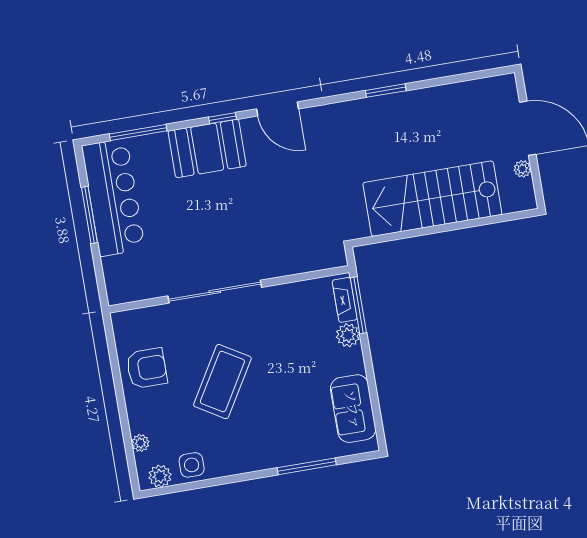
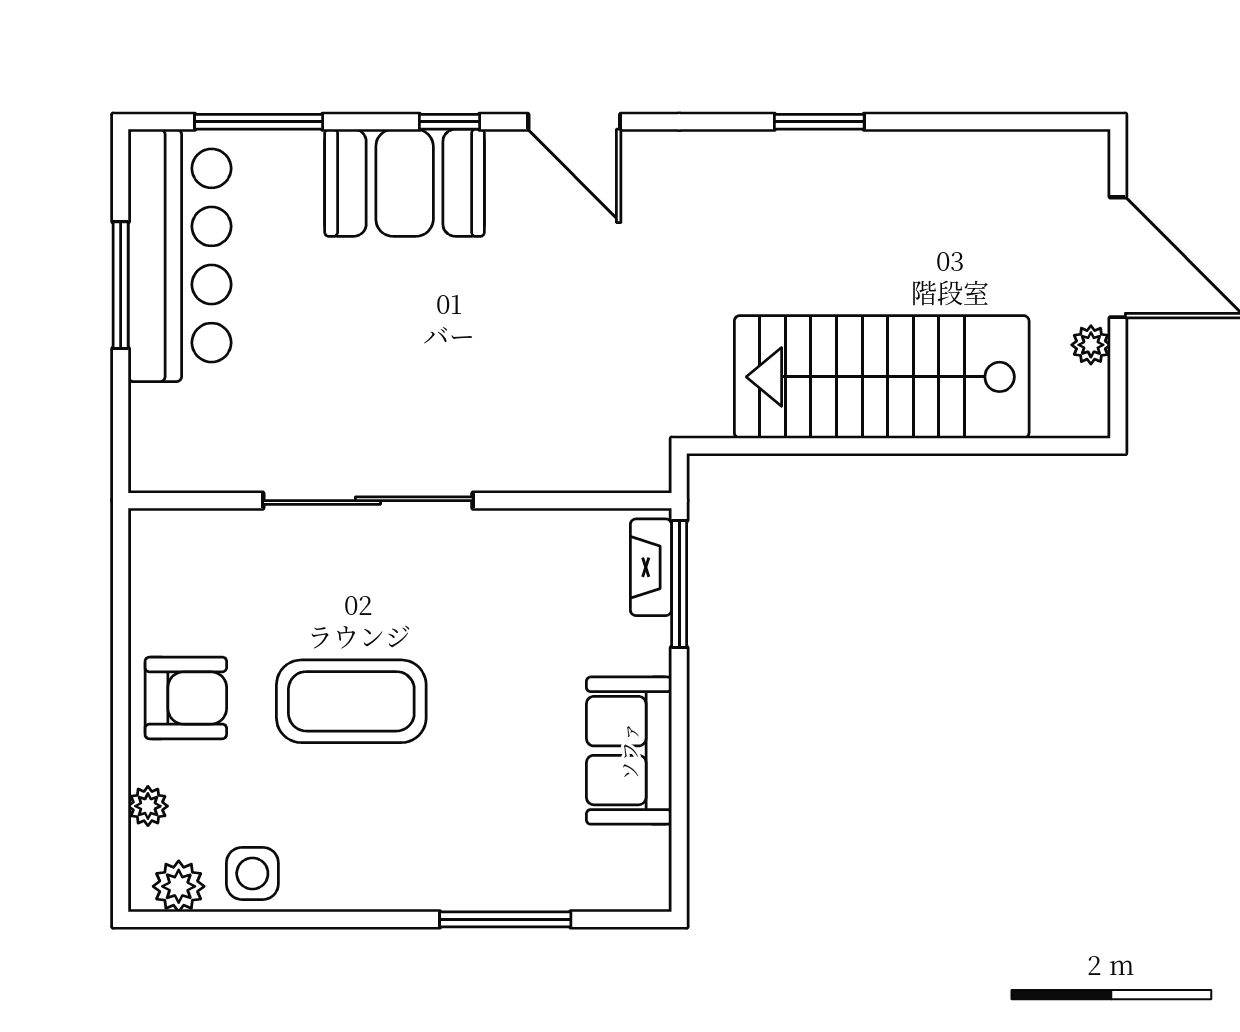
plant: (348, 335) -> (645, 646), removed
armchair: (147, 368) -> (186, 698), moved
coffee table: (222, 382) -> (351, 701), turned 59
sofa: (353, 409) -> (629, 751), moved

